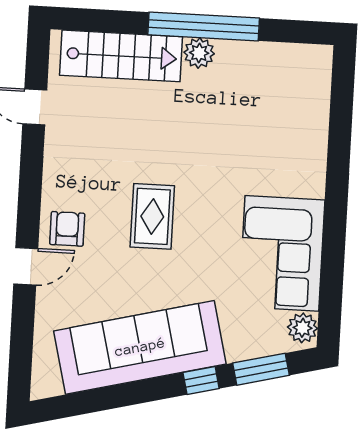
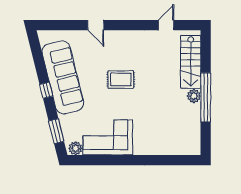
armchair: (67, 229) -> (113, 42), removed
window: (201, 380) -> (46, 90), moved

